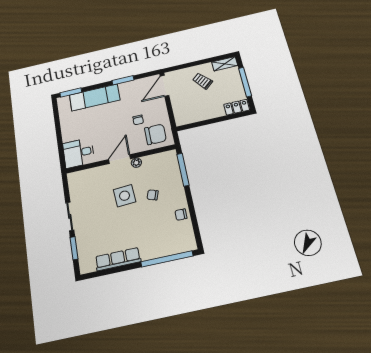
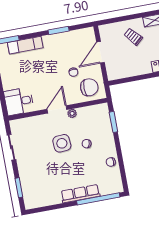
door: (165, 86) -> (100, 52), moved
exam couch: (95, 97) -> (25, 45), width x0.73, depth x0.69
window: (183, 170) -> (113, 122), width x0.69
sliding door: (70, 216) -> (11, 147), moved
row of seats: (118, 259) -> (80, 194), moved

